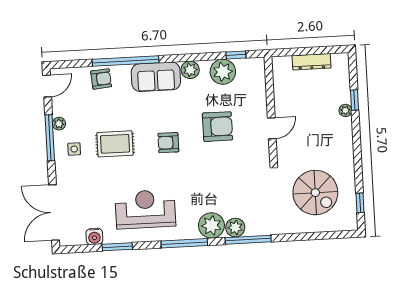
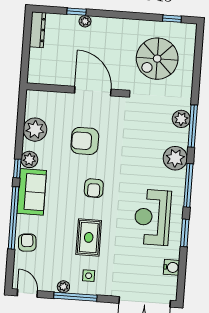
window: (236, 55) -> (17, 168), moved
dresser: (312, 62) -> (37, 30), moved
armchair: (217, 127) -> (85, 141), turned -90
door: (272, 128) -> (93, 91), width x1.87
spiral stairs: (315, 193) -> (157, 59), turned 180
plant: (235, 228) -> (181, 119), moved
window: (117, 247) -> (185, 233), moved

